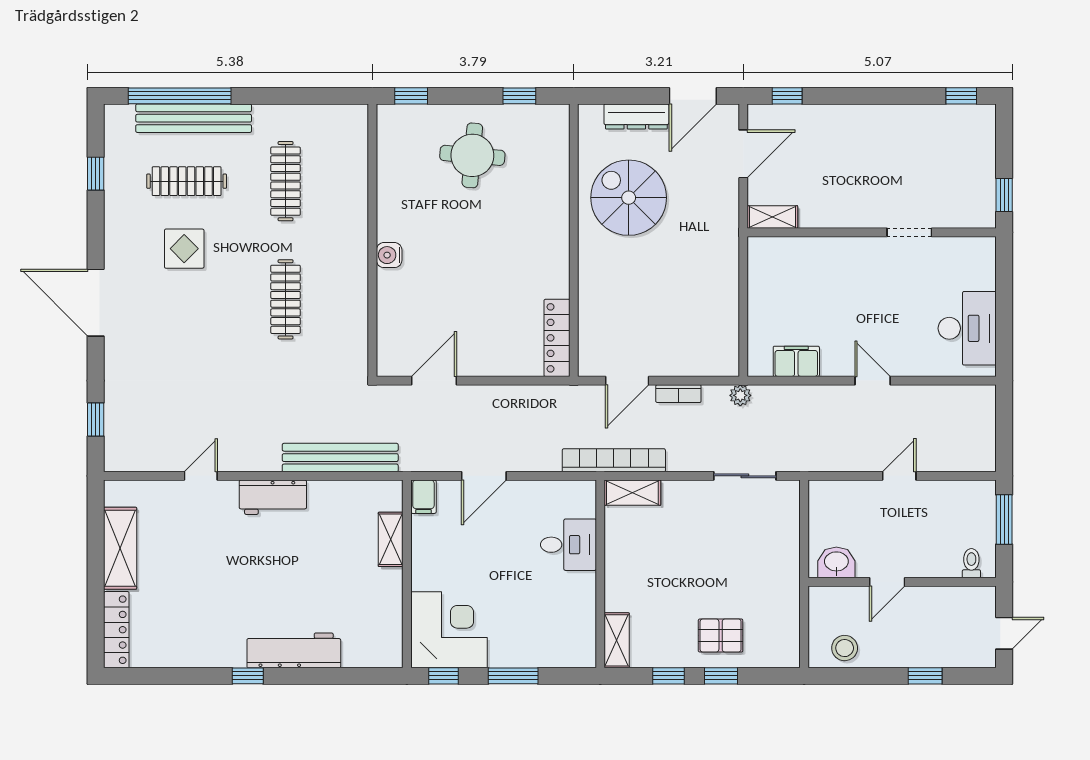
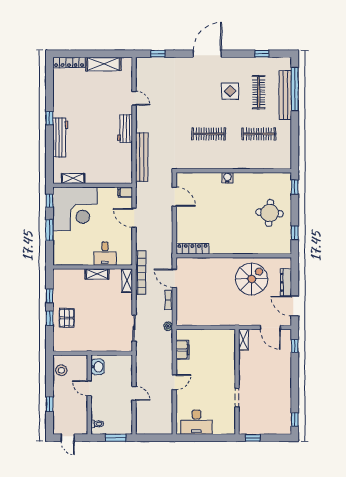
shelving: (391, 539) -> (73, 178), moved
corner desk: (449, 630) -> (75, 209), width x1.36, depth x1.36
shelving: (617, 640) -> (97, 274), moved

